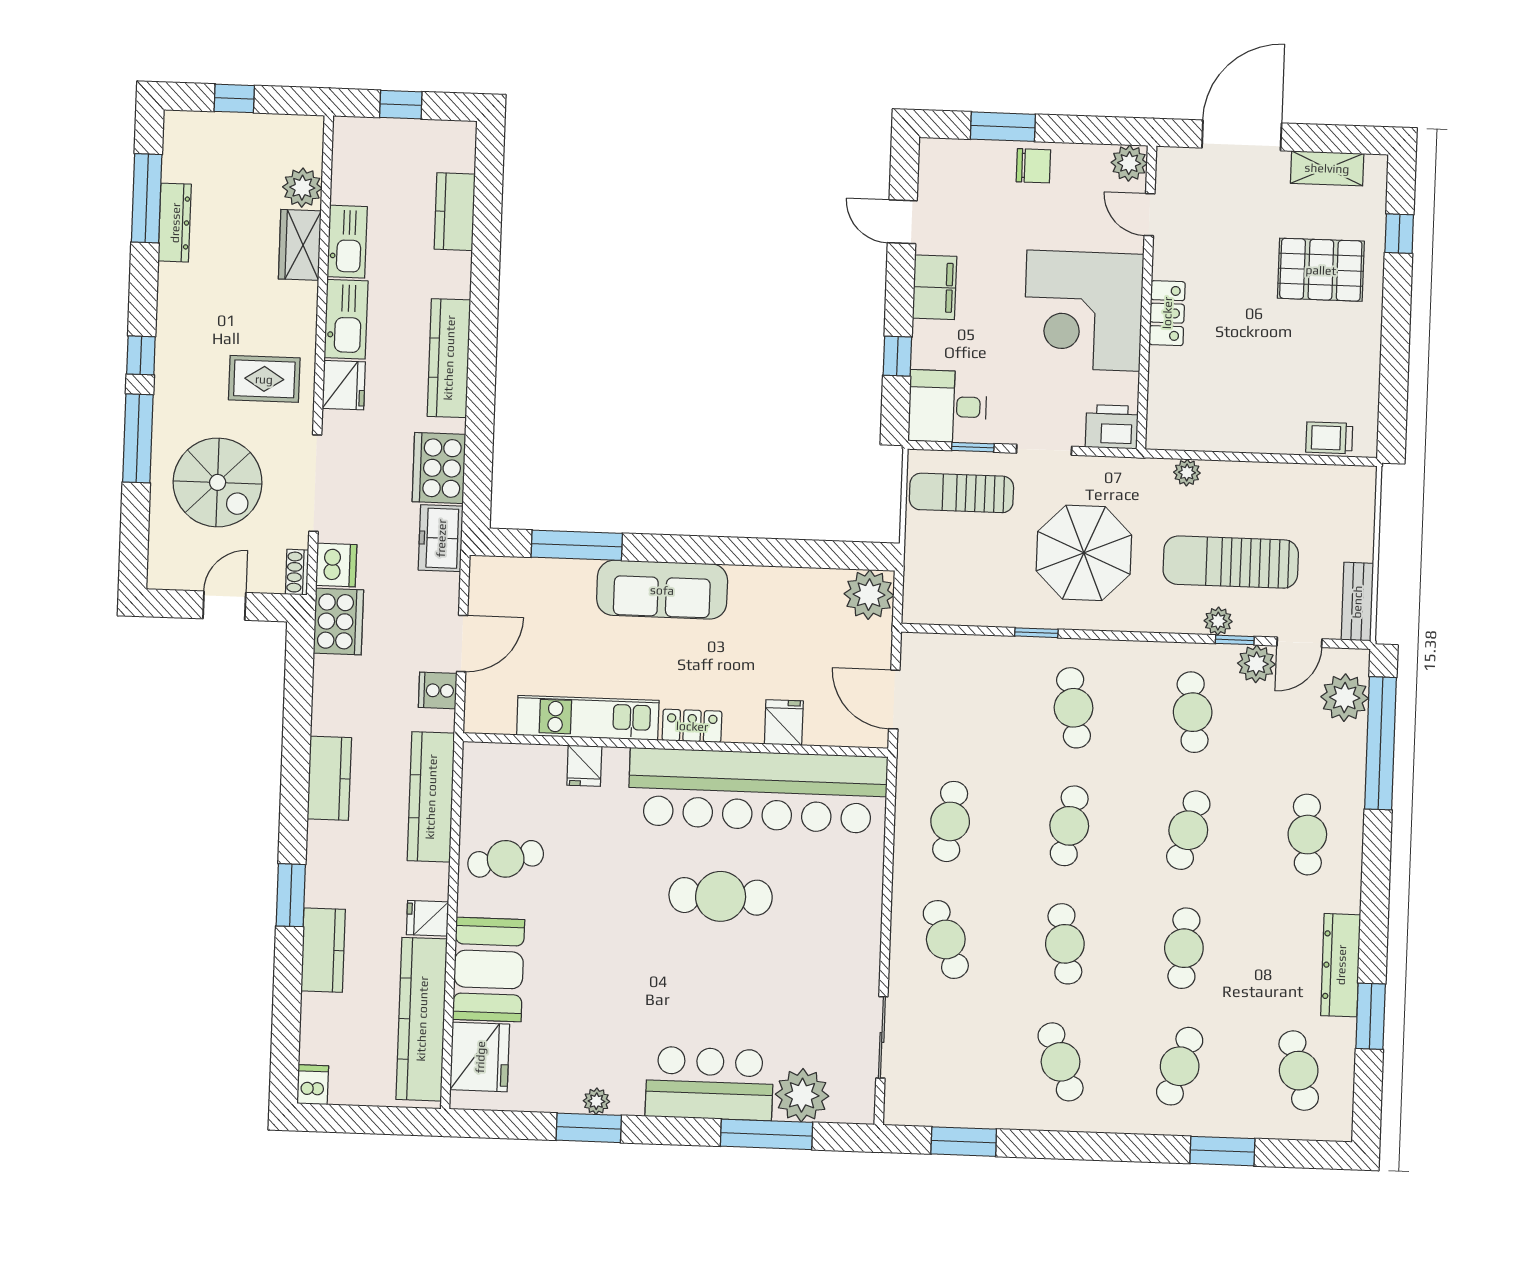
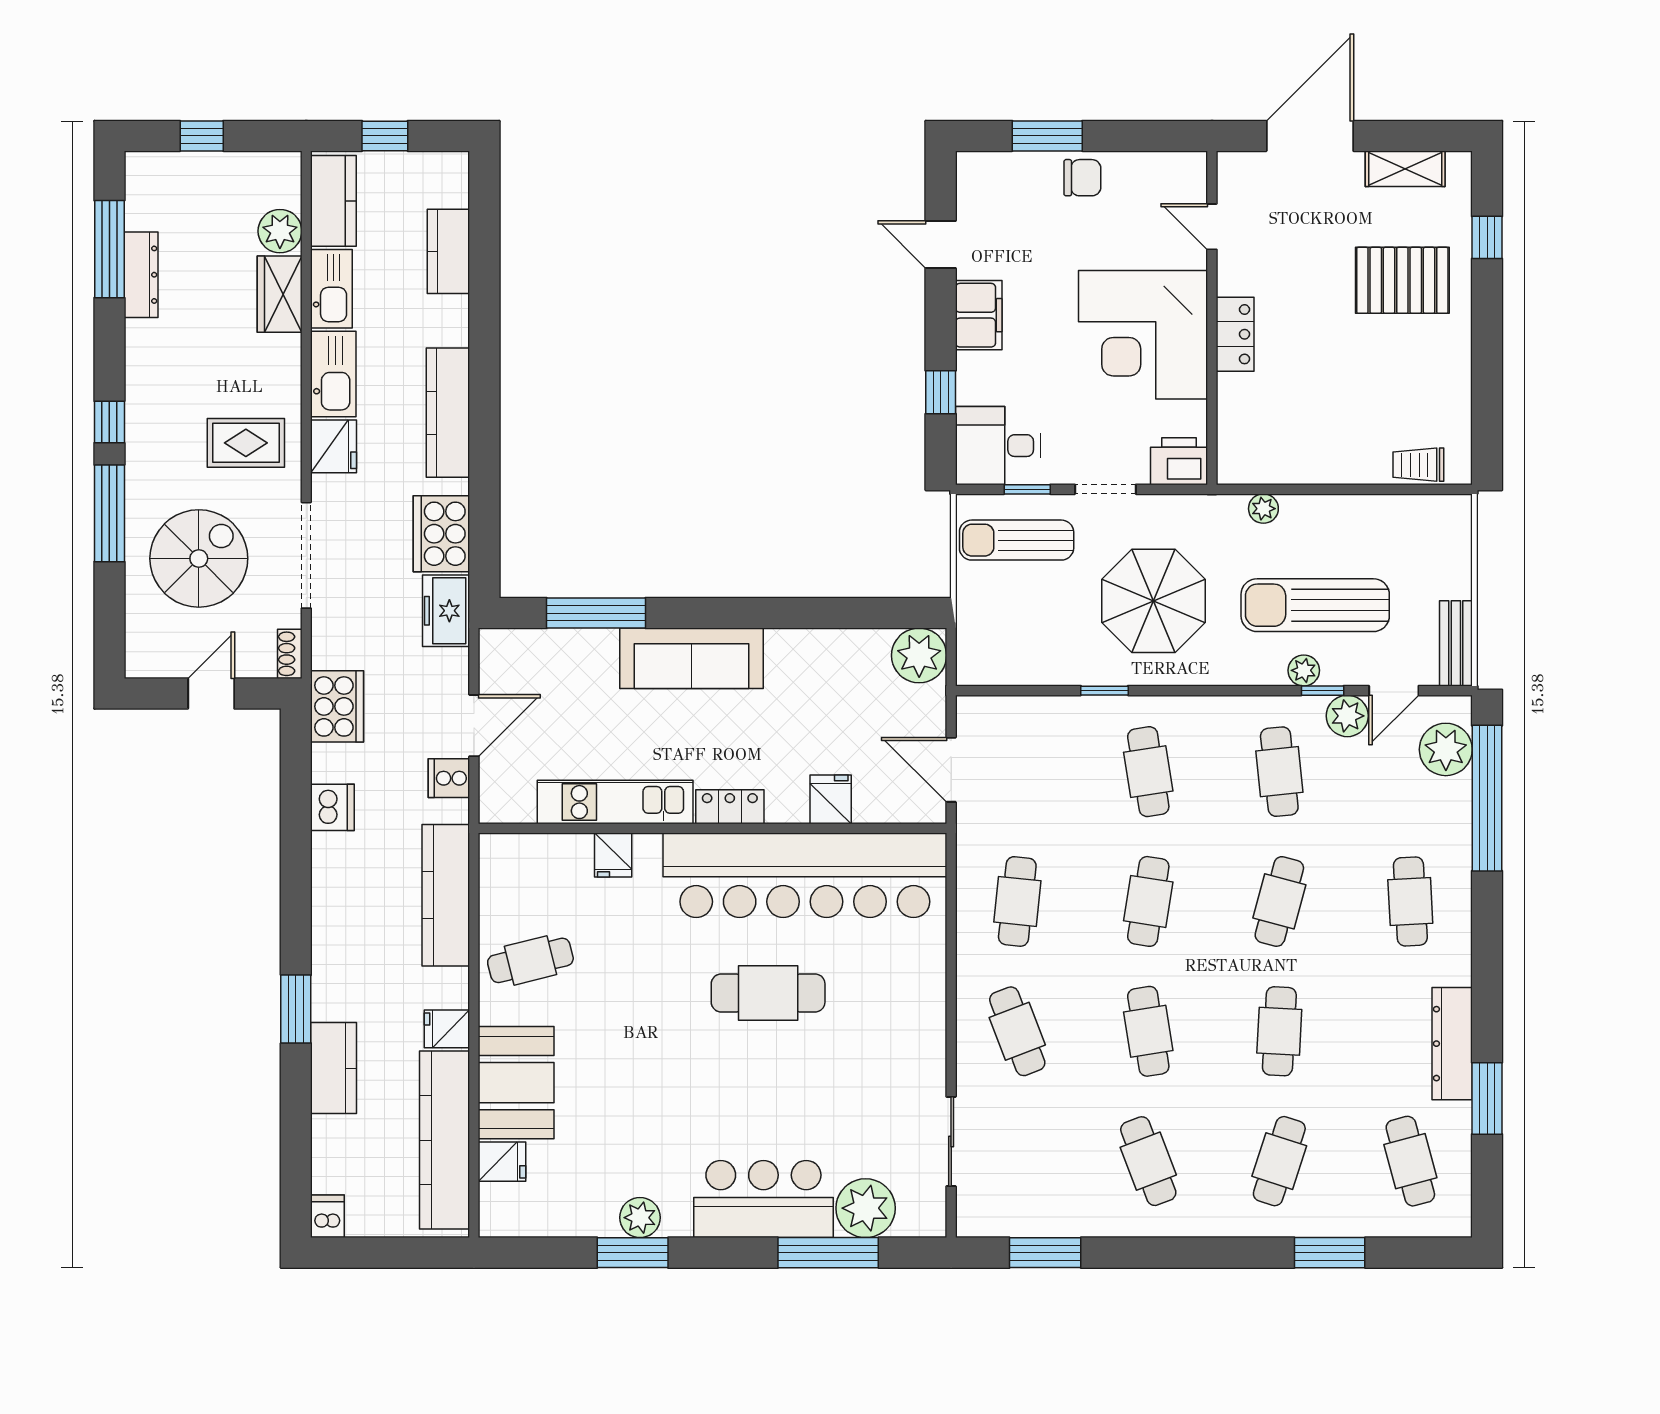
plant: (1129, 163) -> (1187, 171), removed
spiral stairs: (218, 482) -> (199, 558), turned -90
dishwasher: (336, 565) -> (332, 807), moved
kitchen counter: (329, 778) -> (333, 201), moved
fridge: (480, 1057) -> (502, 1162), width x0.53, depth x0.75
plant: (596, 1101) -> (640, 1218), width x1.38, depth x1.38

